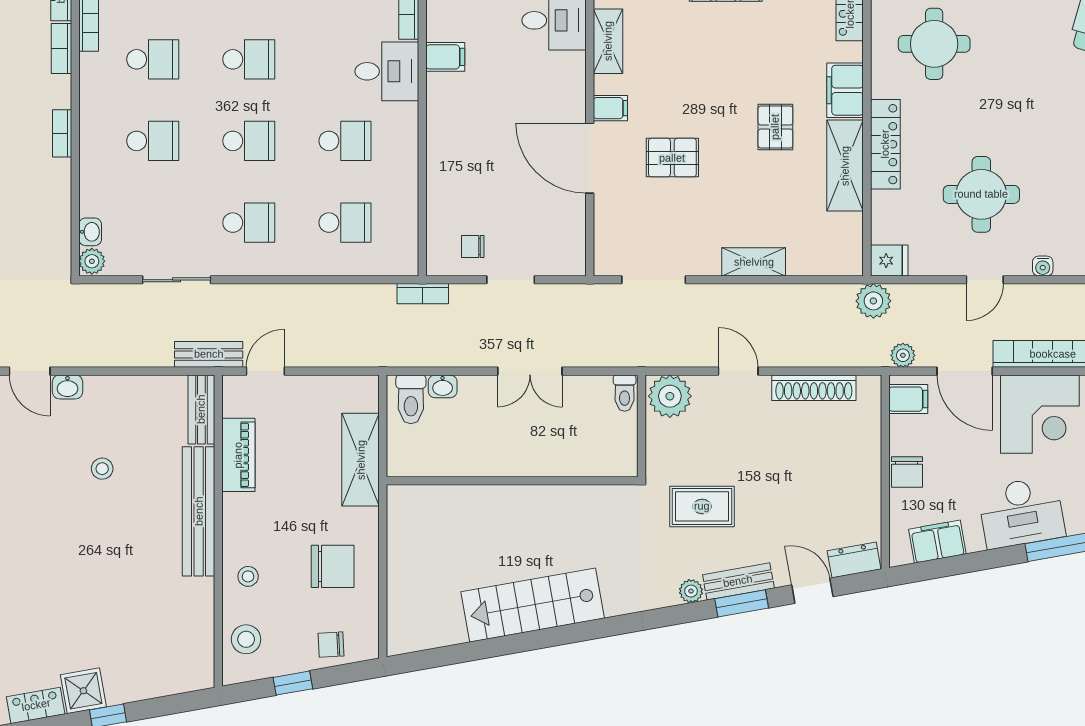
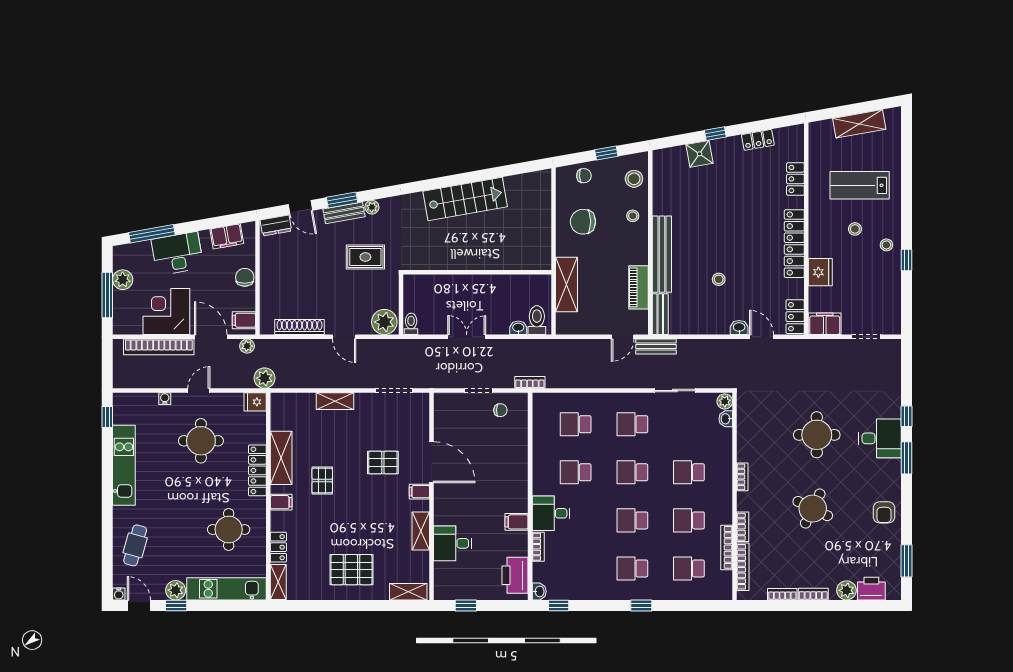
filing cabinet: (845, 90) -> (281, 502), width x0.50
shower: (83, 691) -> (700, 154), moved

